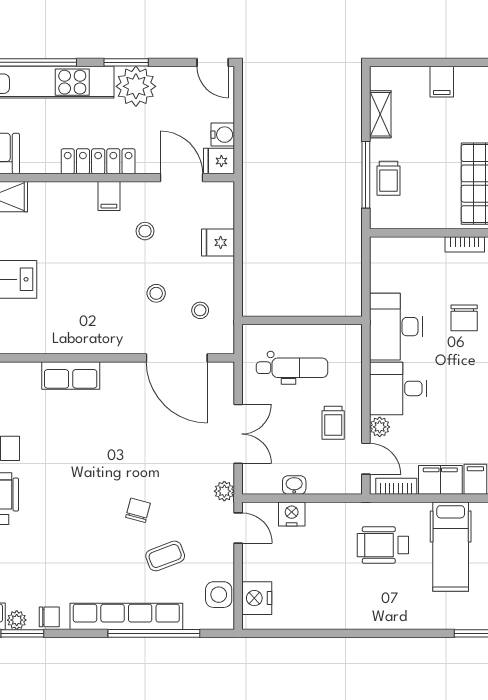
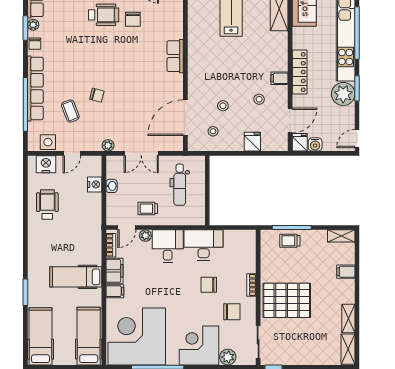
shelving: (380, 114) -> (341, 236), moved
door: (238, 528) -> (72, 153), moved
wheelchair: (383, 545) -> (47, 204), moved

